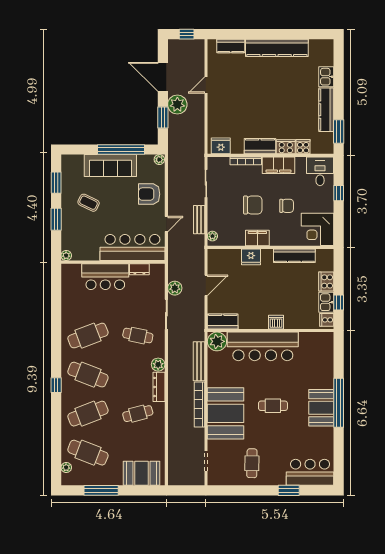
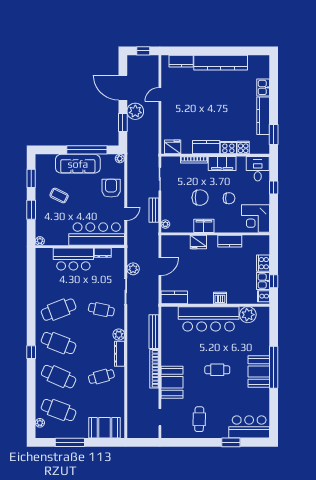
armchair: (149, 194) -> (111, 188), turned 90
kitchen counter: (294, 256) -> (230, 241), width x0.67
plant: (217, 341) -> (248, 315), moved
booth: (226, 413) -> (172, 382), width x0.73, depth x0.70
cafe table: (88, 414) -> (59, 377), turned 45

